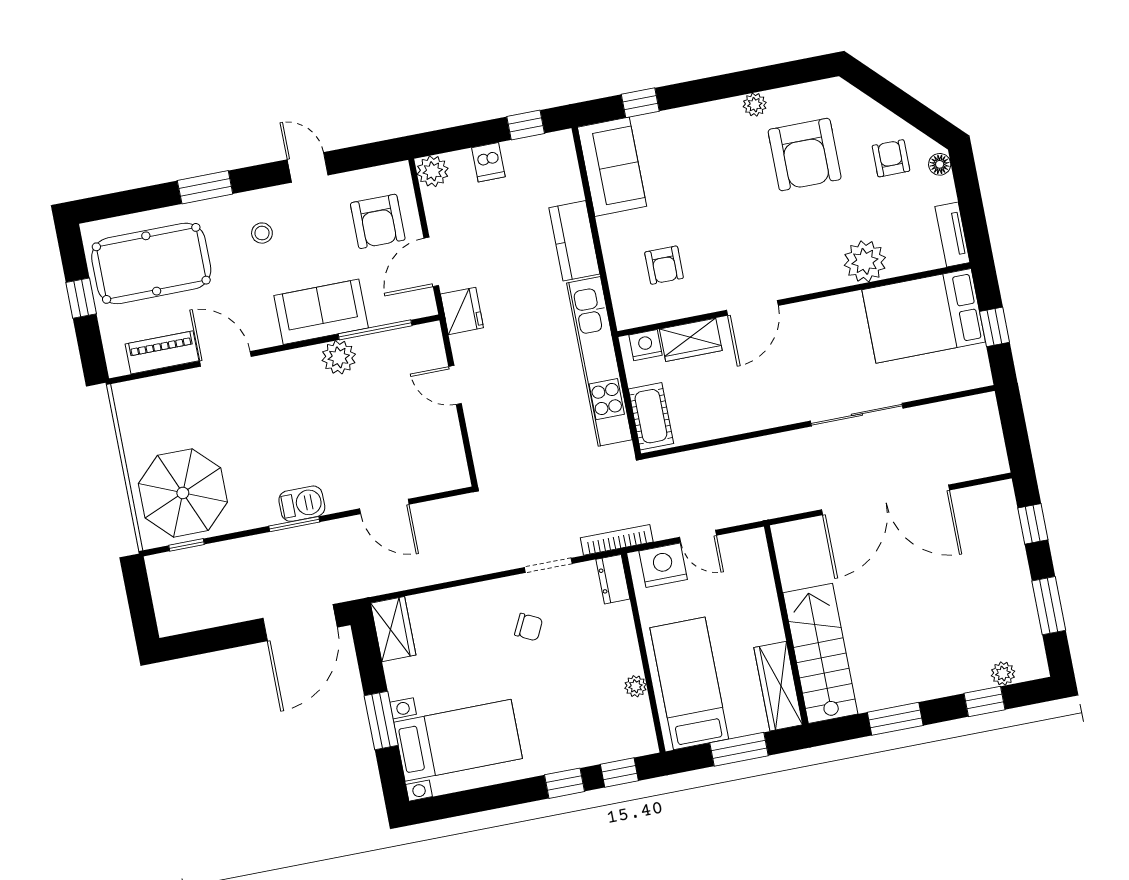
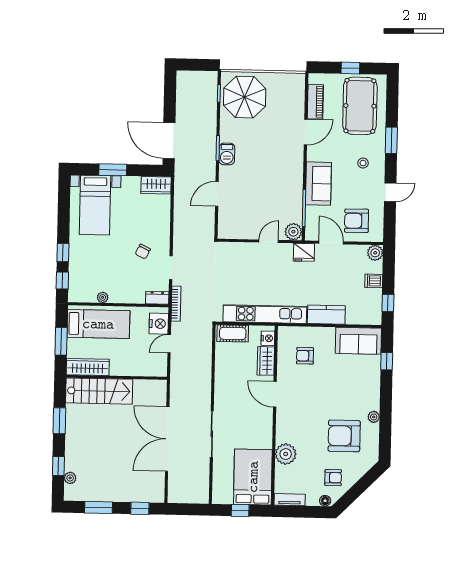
plant: (339, 357) -> (293, 232), moved

